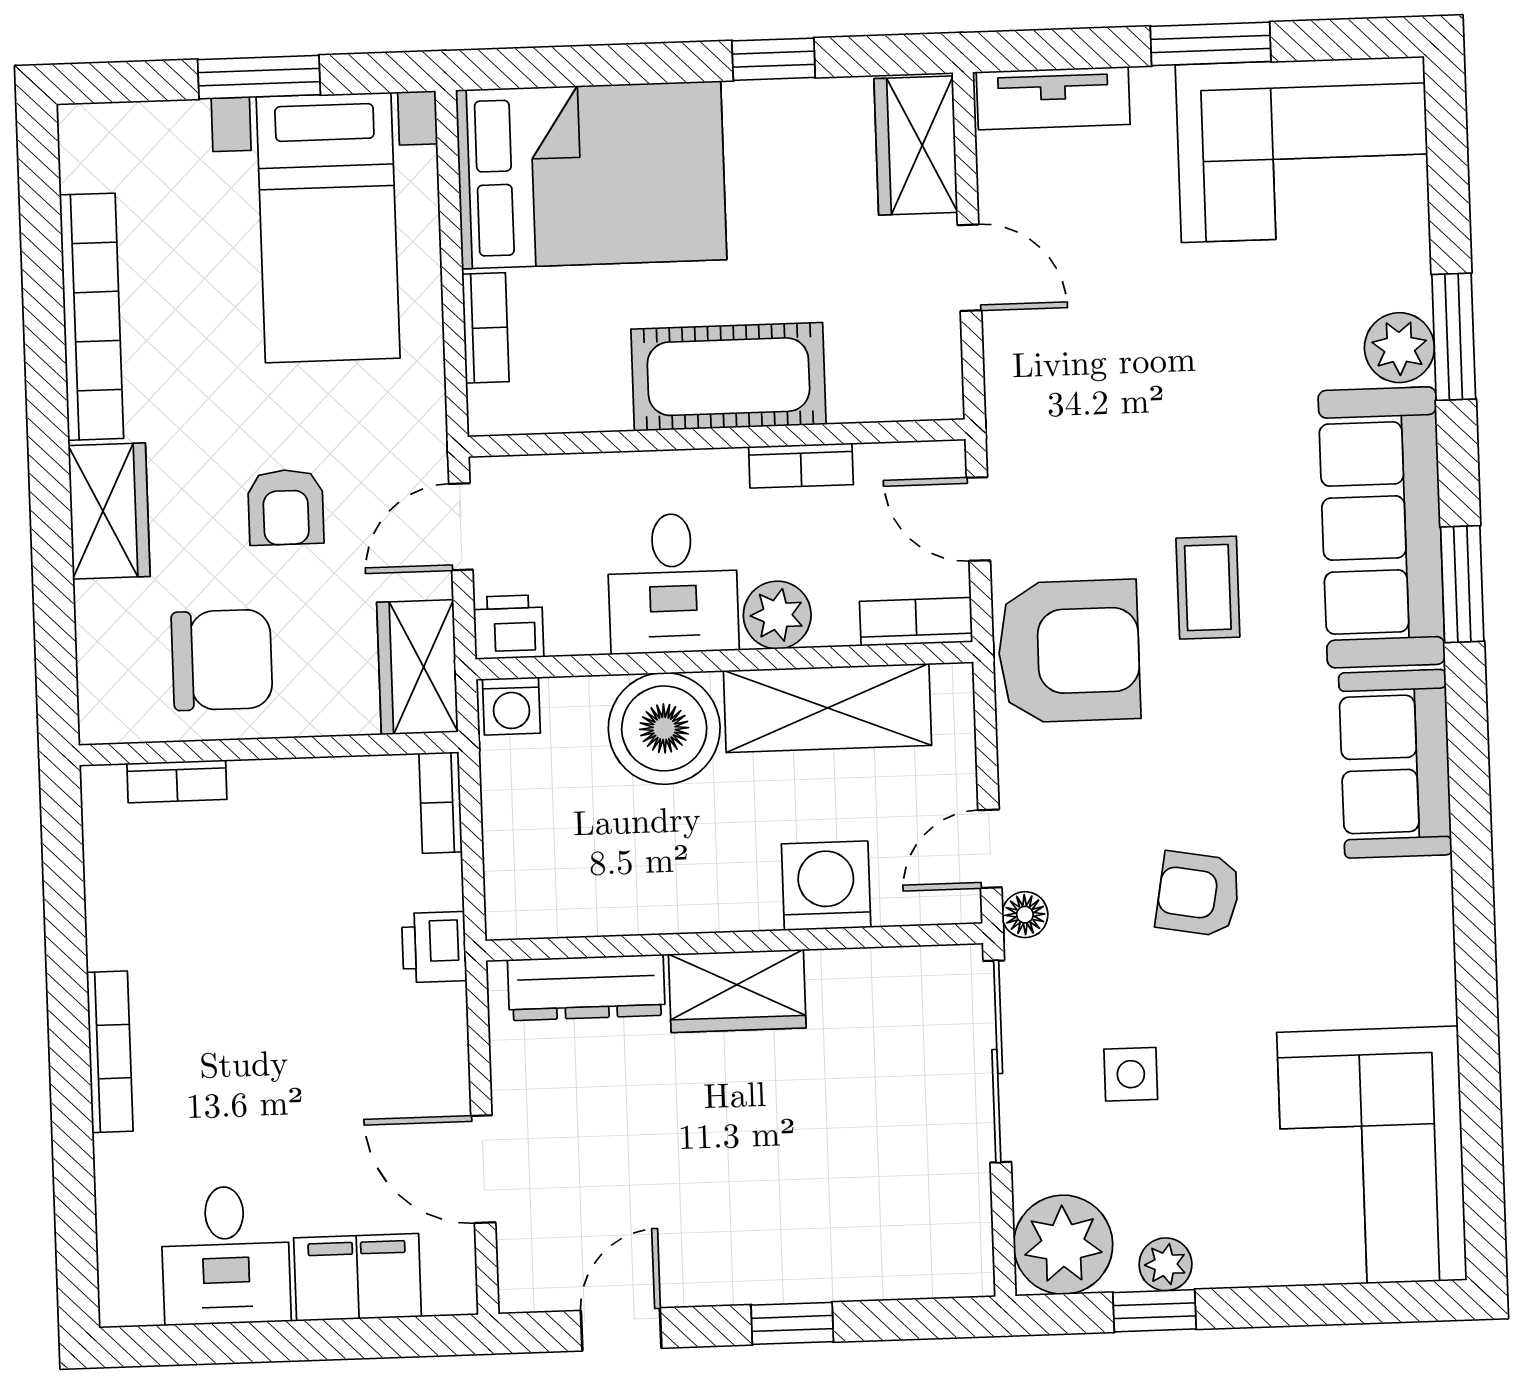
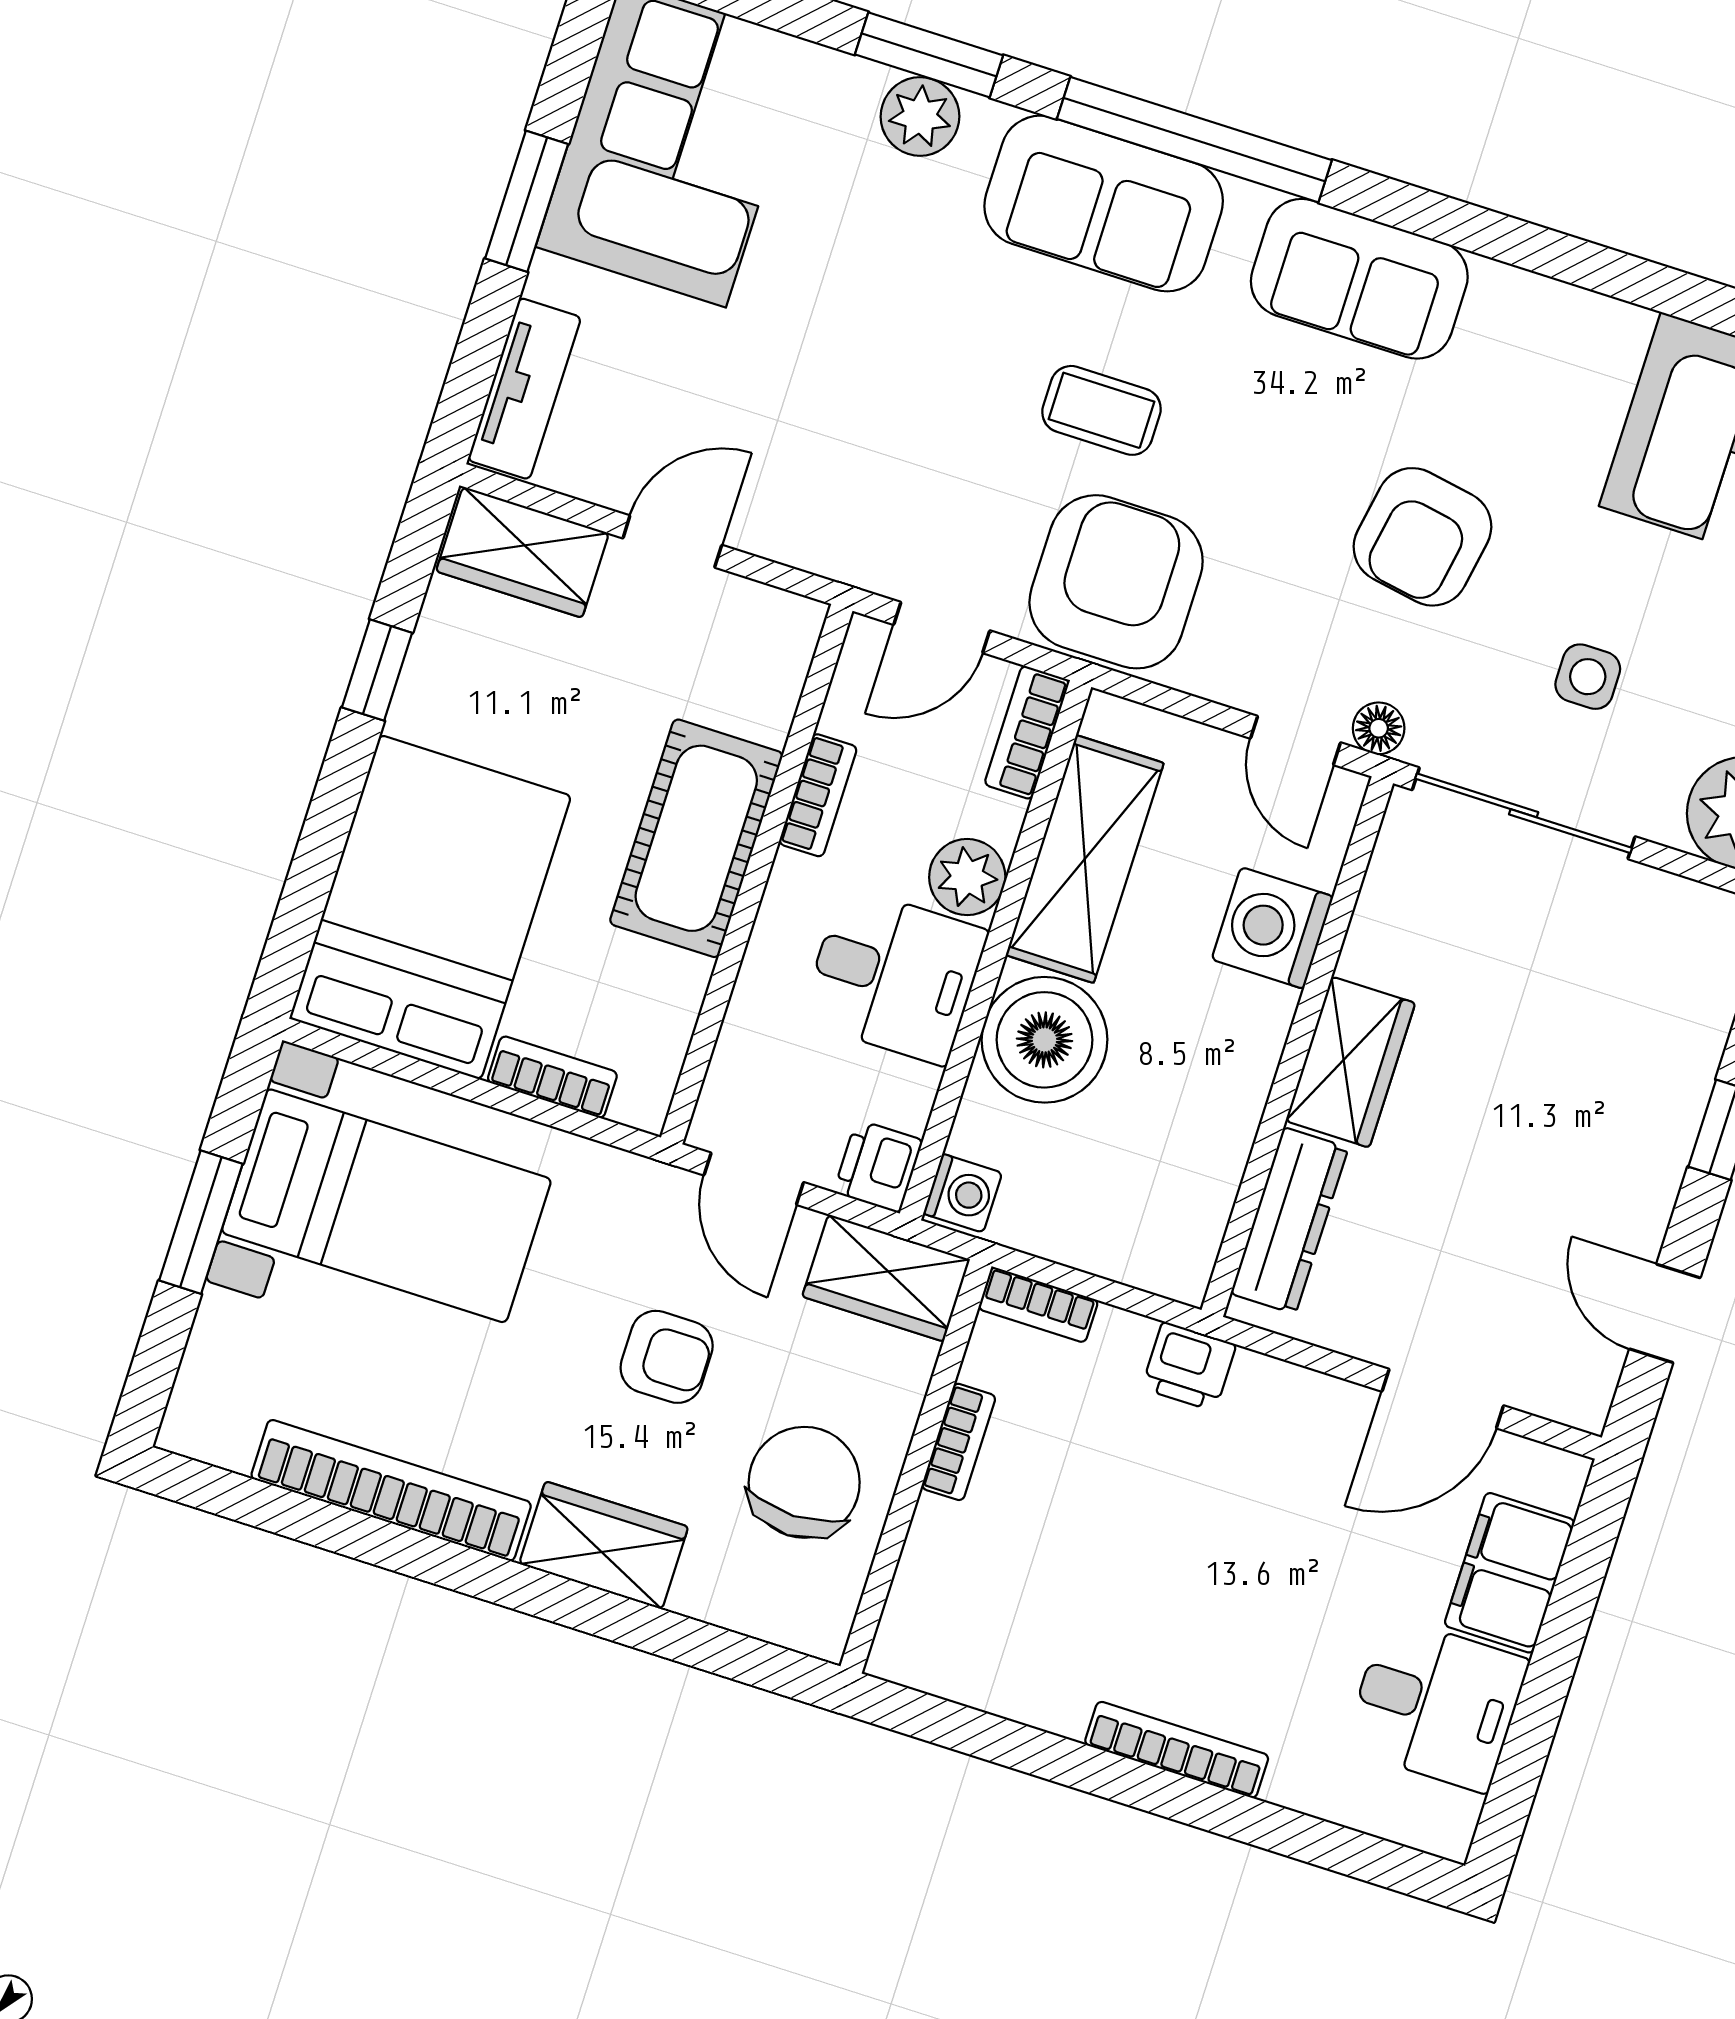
sofa: (1382, 527) -> (1104, 204), width x0.73
window: (1462, 584) -> (1194, 140), width x2.11
bookcase: (177, 781) -> (959, 1442), moved
armchair: (1198, 894) -> (1422, 537), width x1.38, depth x1.38

